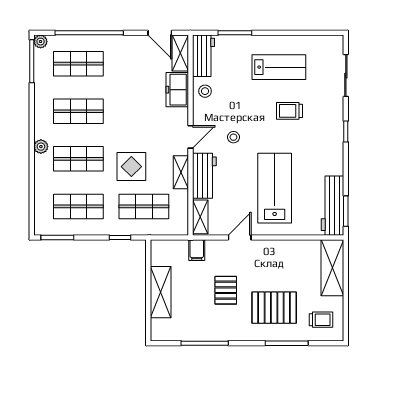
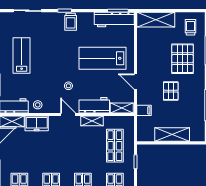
trolley: (290, 111) -> (71, 22), moved
display table: (131, 167) -> (88, 154), removed
pallet: (226, 290) -> (171, 91), turned 90

